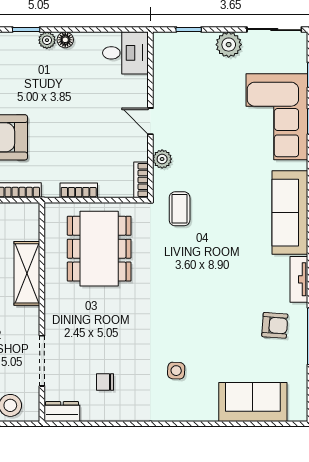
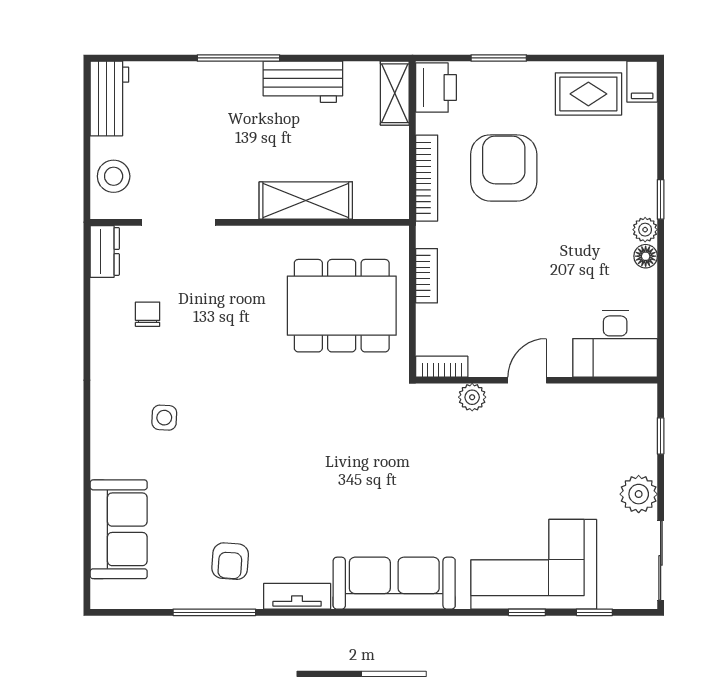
desk: (125, 53) -> (615, 344), width x1.37
coffee table: (180, 209) -> (400, 423), removed

